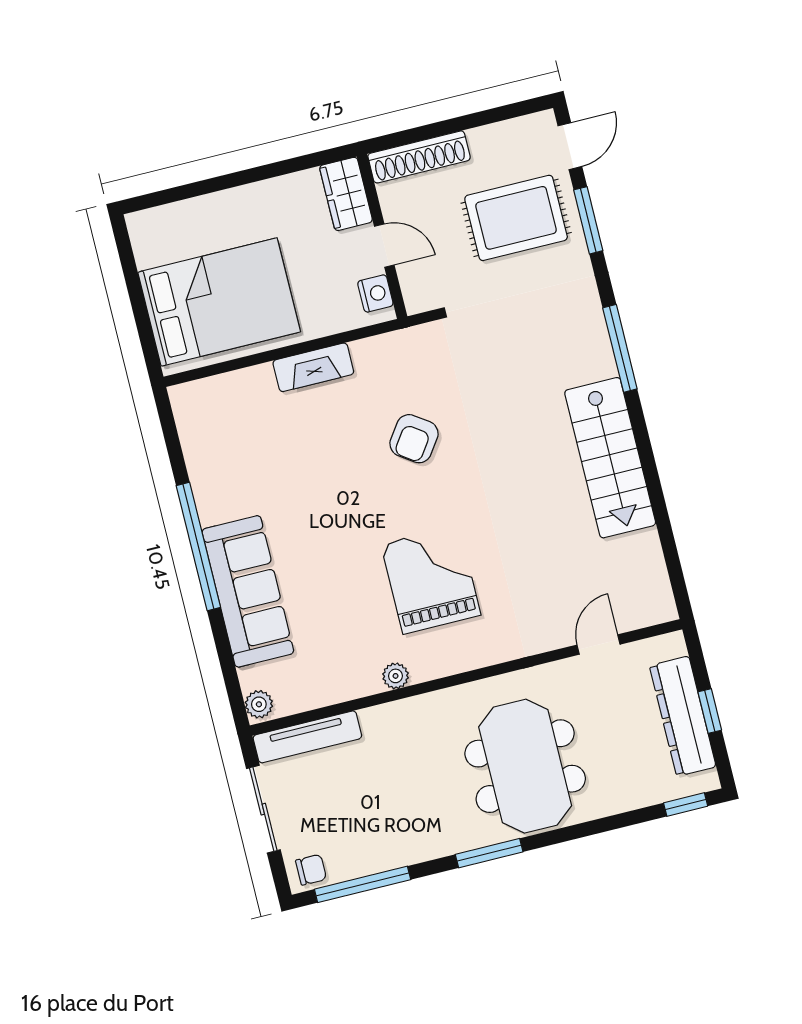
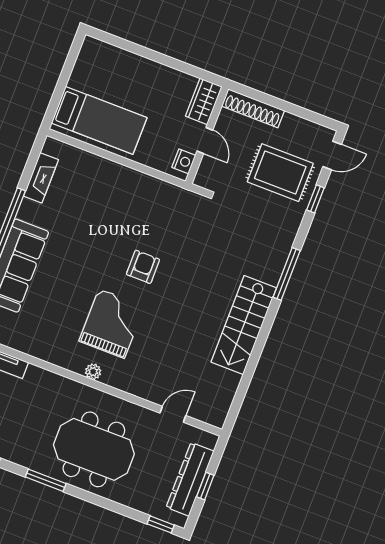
window: (588, 220) -> (315, 199), width x0.67
bed: (219, 302) -> (99, 120), width x0.67
fireplace: (313, 367) -> (41, 178), moved, turned -90
armchair: (414, 439) -> (143, 267), moved, turned 145
plant: (396, 676) -> (93, 372), moved
meeting table: (525, 766) -> (94, 449), turned 90

